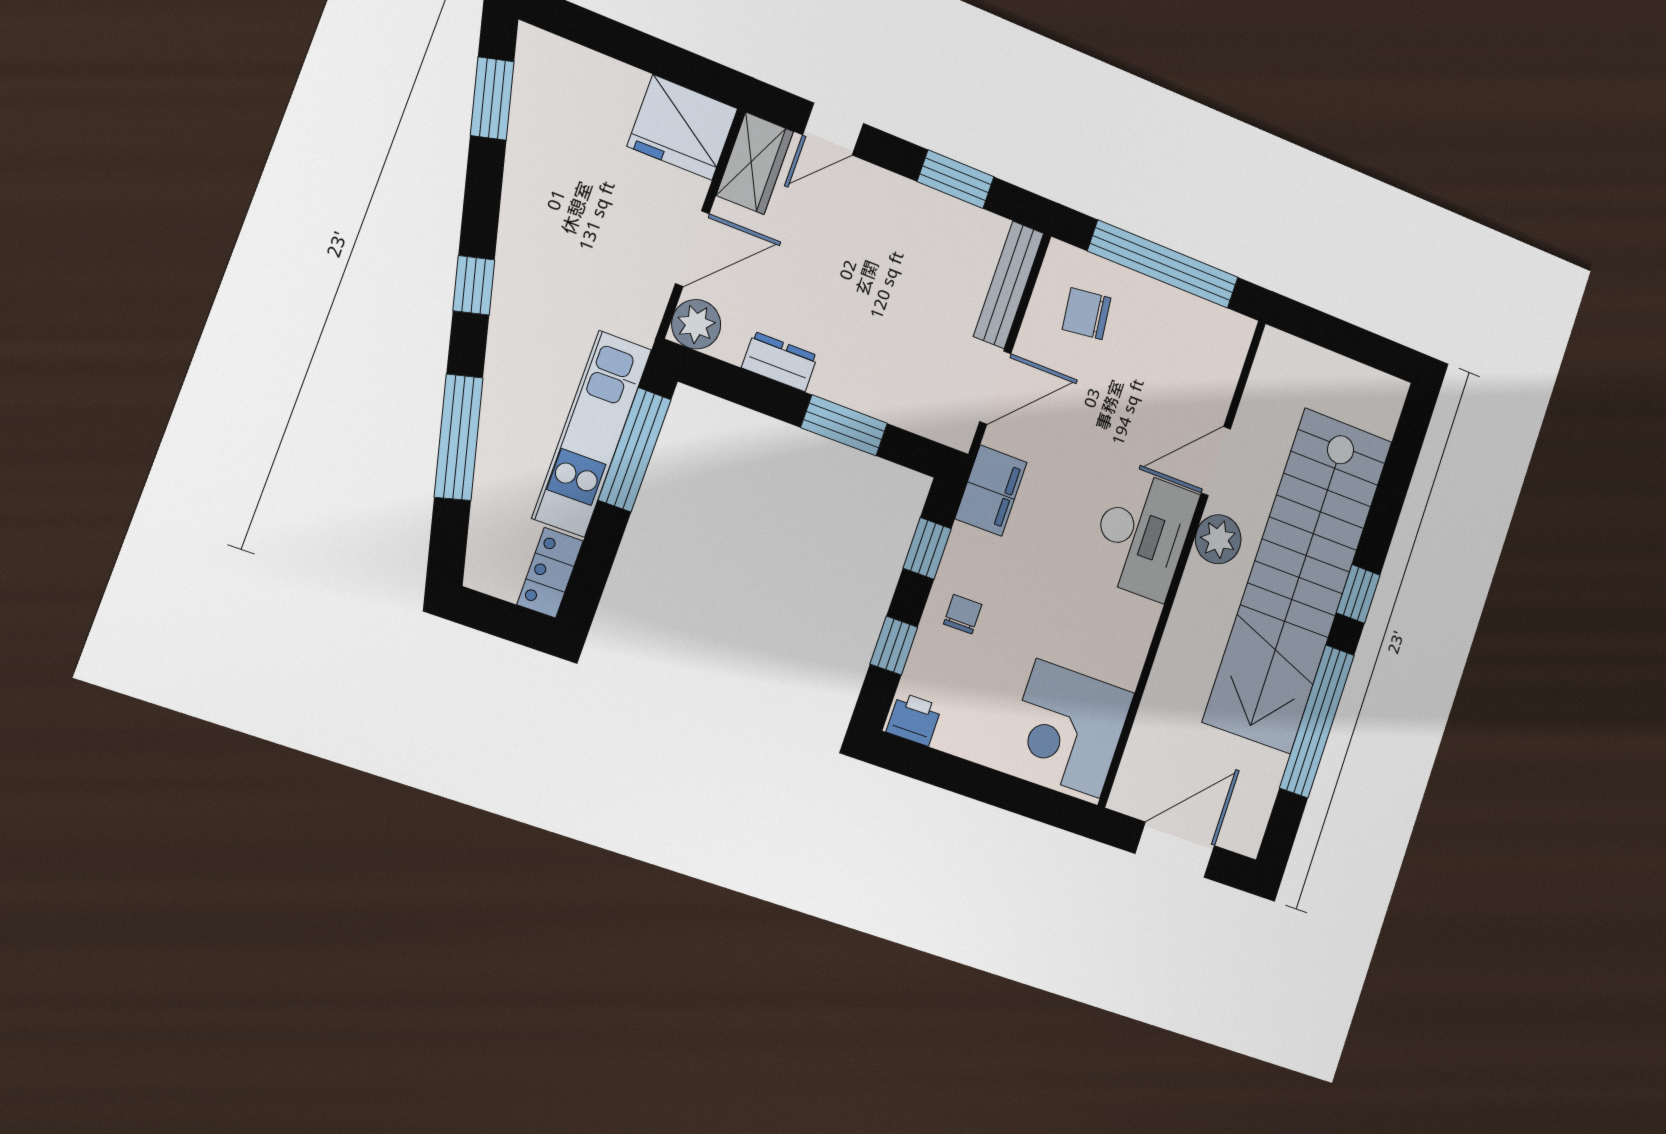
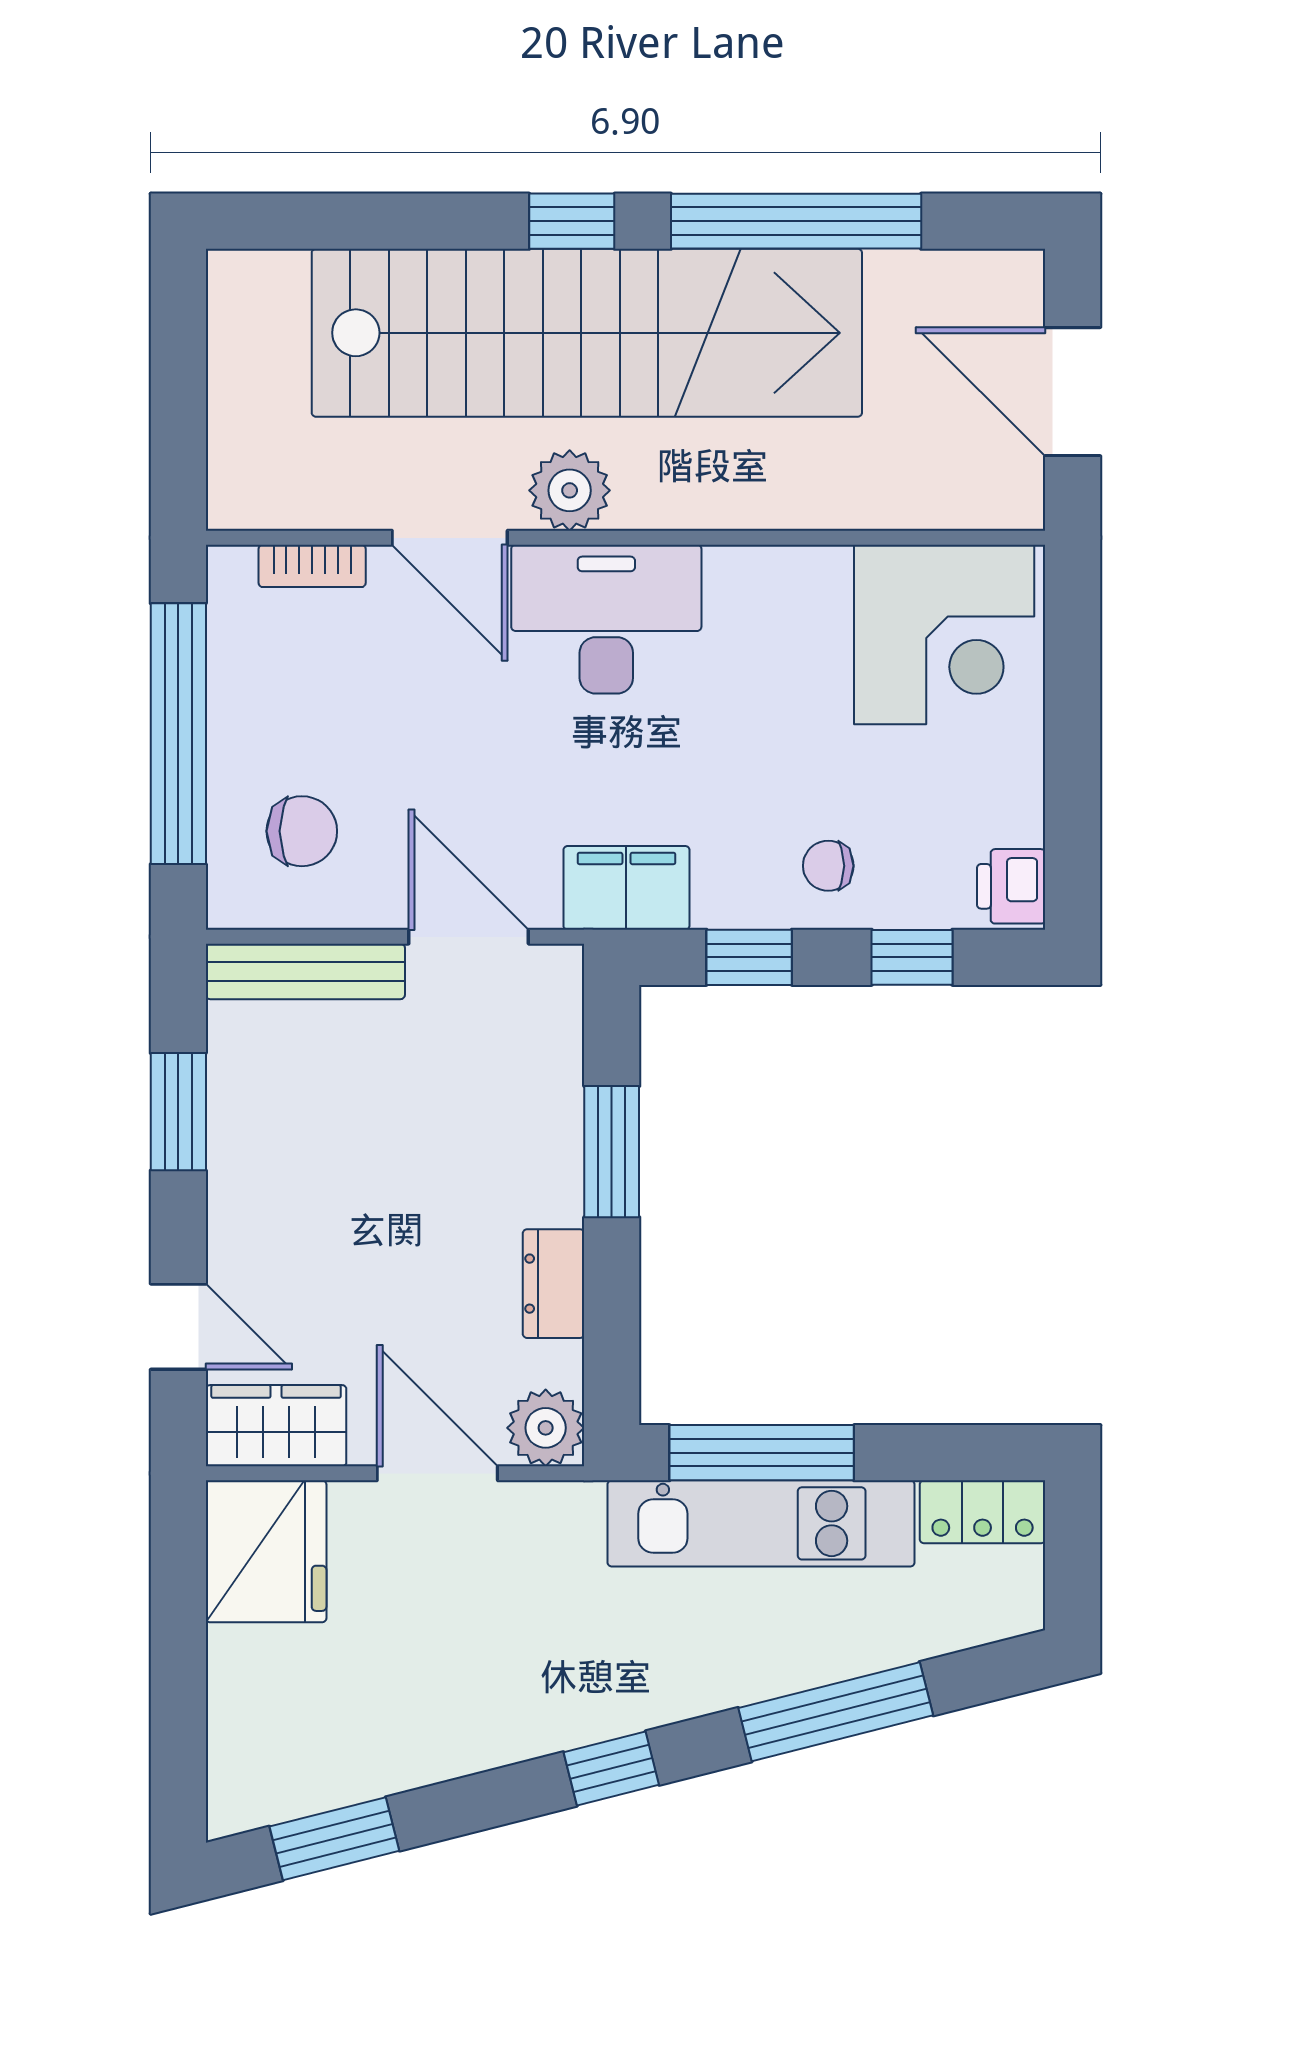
chair: (1086, 314) -> (302, 831), turned -83
bookcase: (1227, 377) -> (312, 566), added

